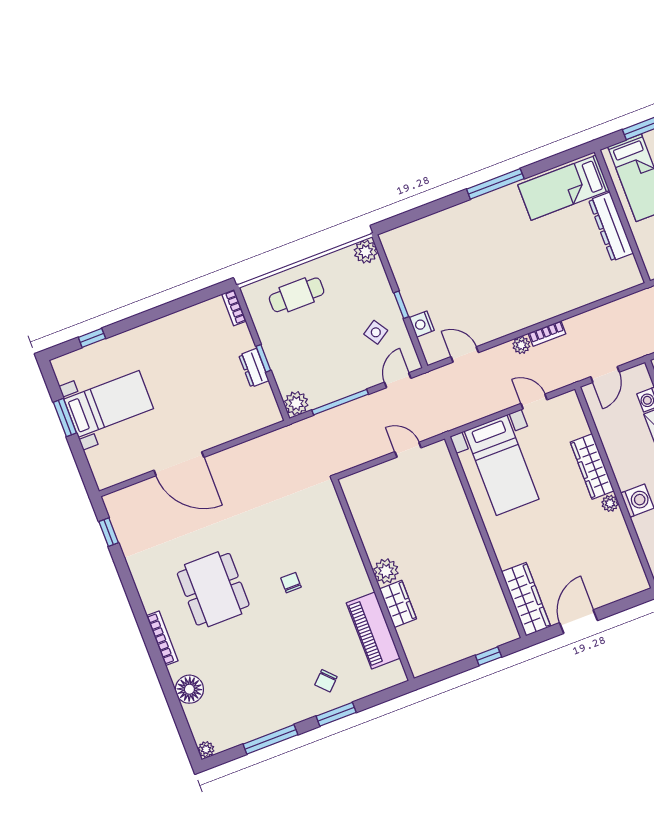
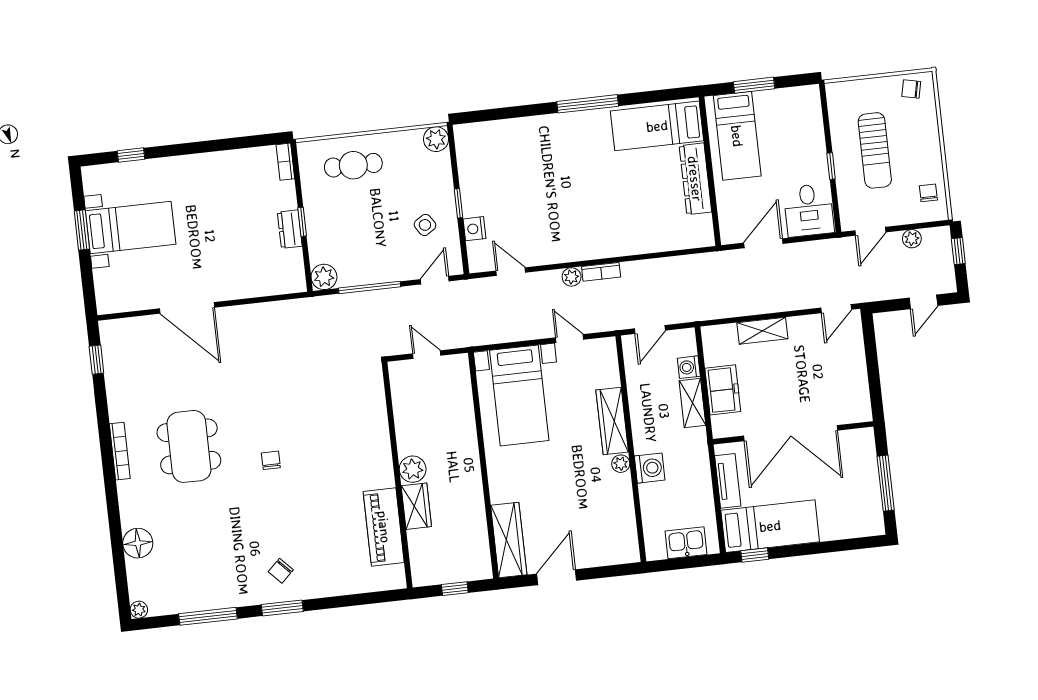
plant: (386, 571) -> (413, 469), moved
wall: (373, 580) -> (397, 475), moved
wardrobe: (398, 604) -> (416, 506), moved
piano: (373, 630) -> (384, 527), moved
bookcase: (162, 638) -> (120, 451), moved

